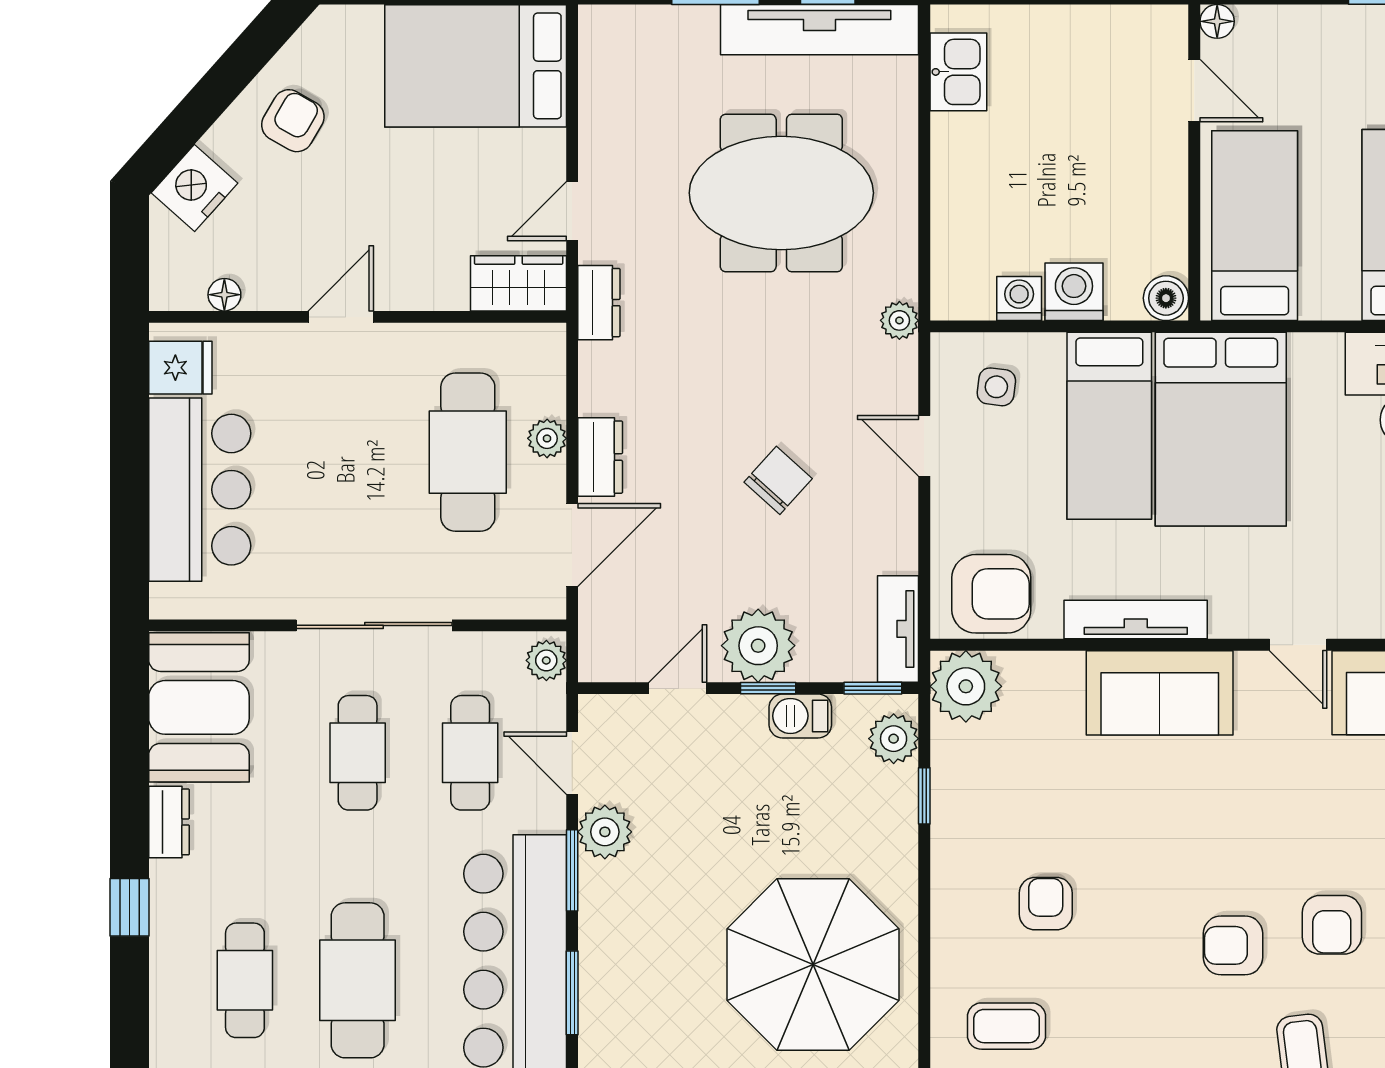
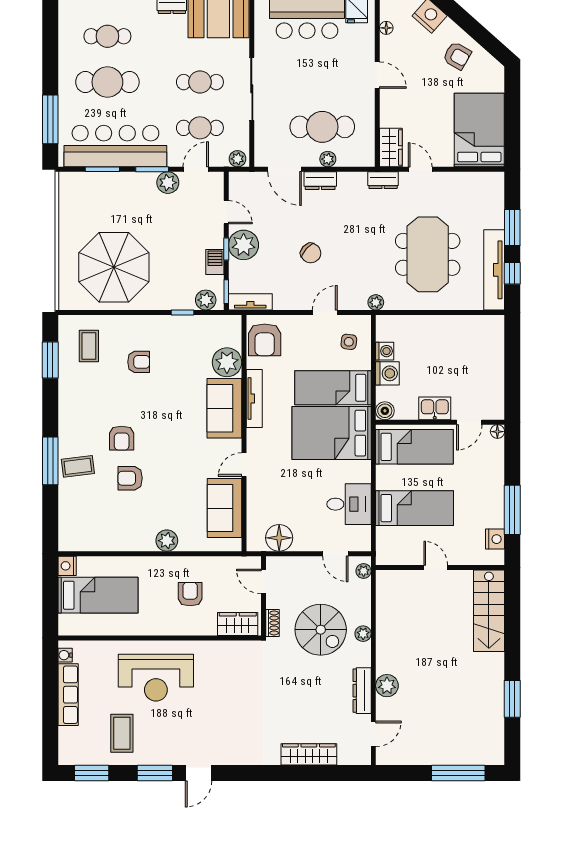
kitchen sink: (958, 72) -> (435, 408), moved, turned 180
plant: (966, 686) -> (227, 362), moved
armchair: (1233, 945) -> (122, 438), turned 180

